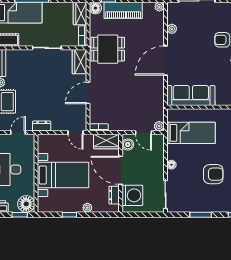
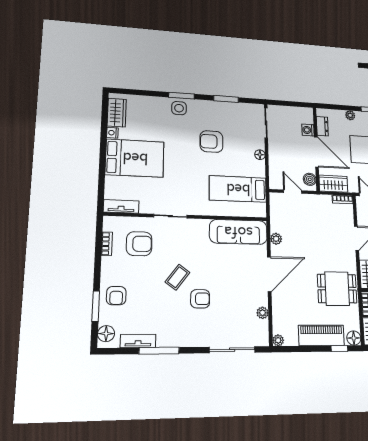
plant: (159, 126) -> (276, 239), moved
washing machine: (132, 195) -> (308, 130), width x0.53, depth x0.53

